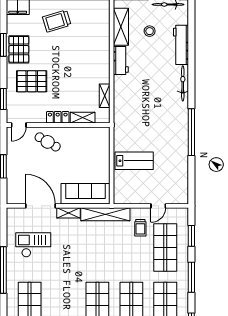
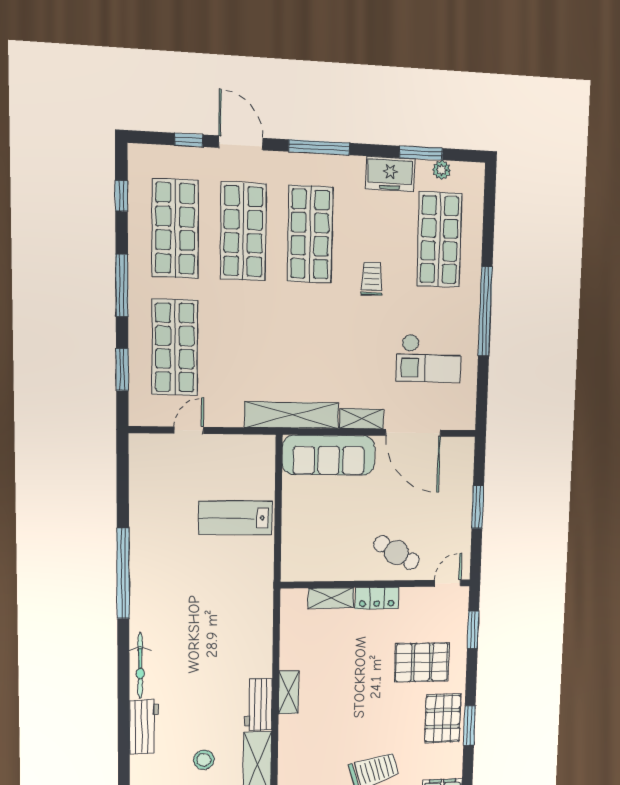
workbench: (181, 45) -> (144, 727), width x0.73
shelving: (105, 96) -> (289, 692), moved
trolley: (140, 228) -> (372, 279), moved

